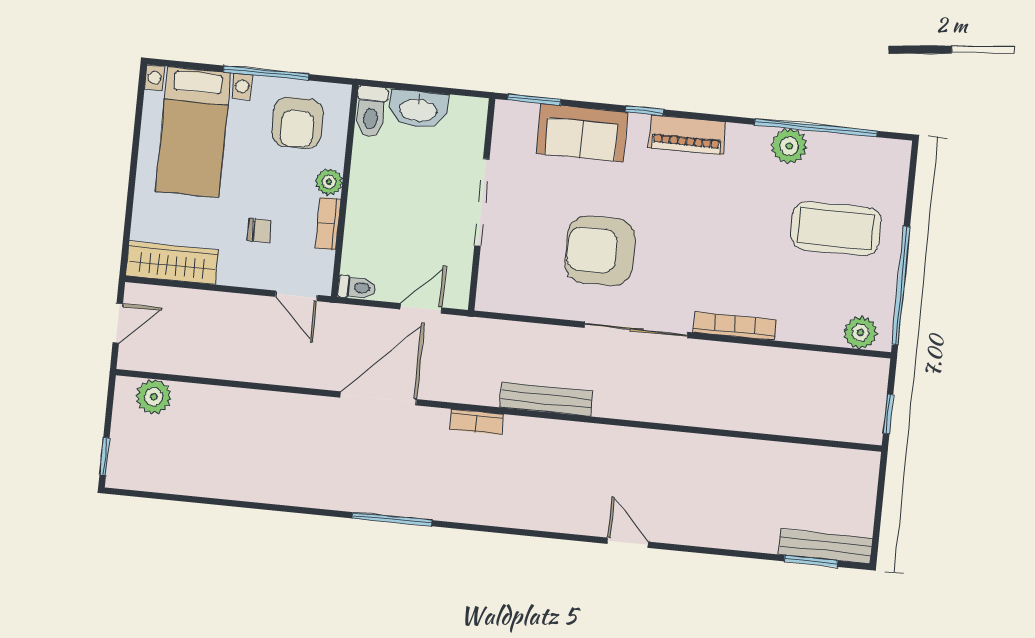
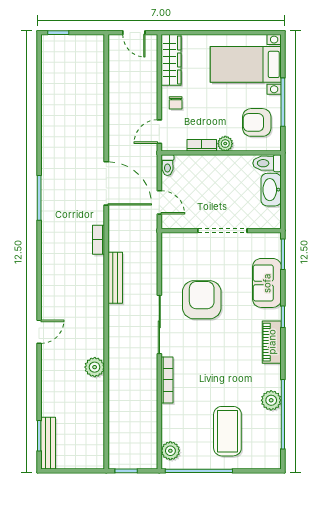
chair: (260, 231) -> (176, 103), moved
plant: (154, 397) -> (95, 367), moved

